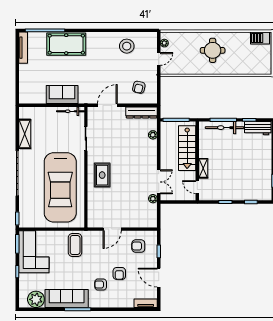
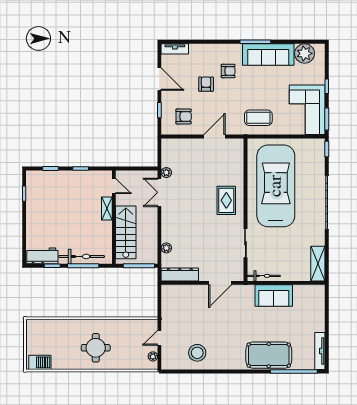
armchair: (139, 87) -> (183, 304), removed
shelving: (25, 134) -> (318, 264), moved
coffee table: (75, 245) -> (258, 118), turned 90

